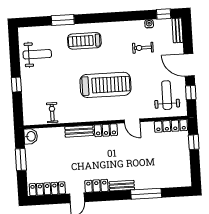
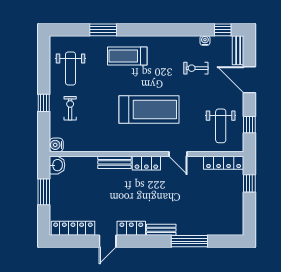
weight bench: (37, 54) -> (71, 69), turned 90
door: (189, 65) -> (249, 80), moved
weight bench: (167, 95) -> (221, 126), turned 180
exercise bike: (52, 113) -> (70, 108), moved
water cooler: (29, 119) -> (56, 145), added

